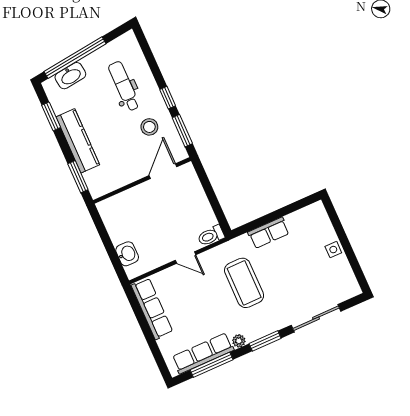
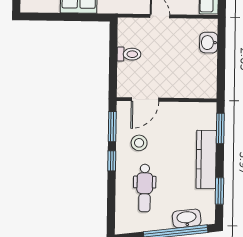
toilet: (211, 236) -> (129, 54), moved

